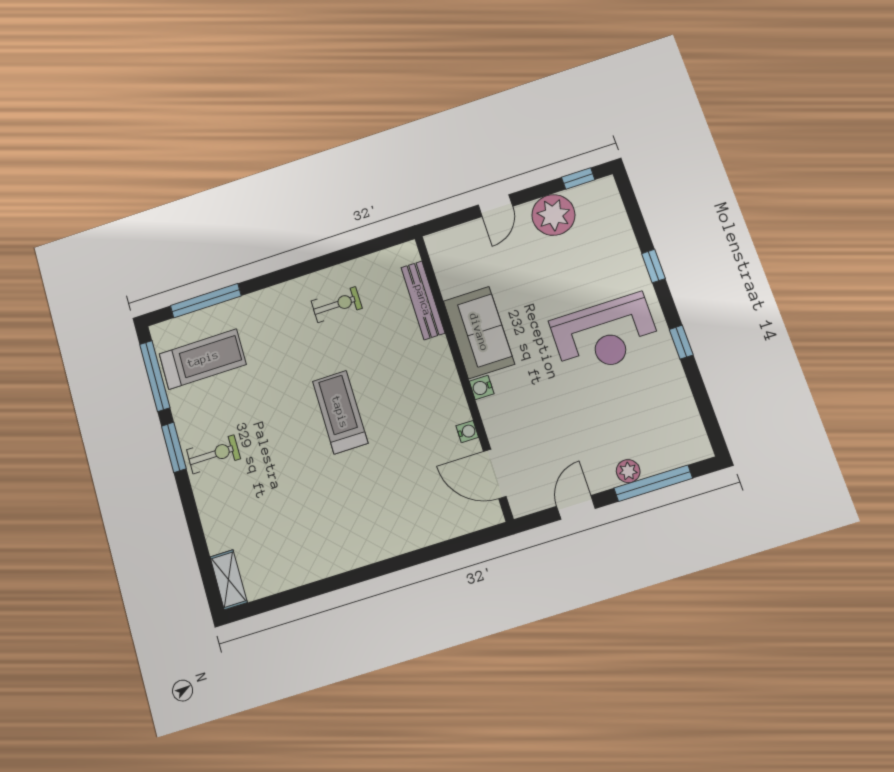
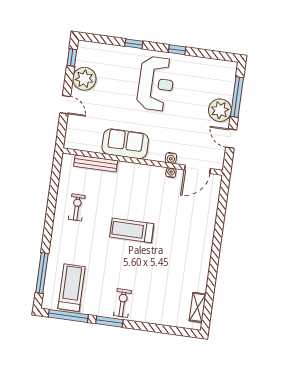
water cooler: (482, 387) -> (171, 158), moved
plant: (628, 471) -> (220, 110), width x1.88, depth x1.88
shelving: (229, 580) -> (197, 307), moved, turned 90

